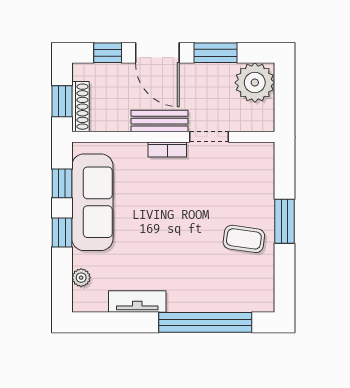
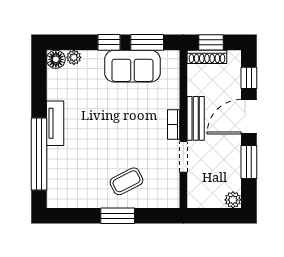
plant: (255, 83) -> (233, 200), width x0.53, depth x0.53
window: (62, 183) -> (147, 42), width x1.50
sofa: (92, 202) -> (132, 66), width x0.73
coffee table: (244, 239) -> (126, 181), moved, turned 55
floor lamp: (84, 301) -> (56, 59), added
tv unit: (137, 302) -> (55, 123), moved

